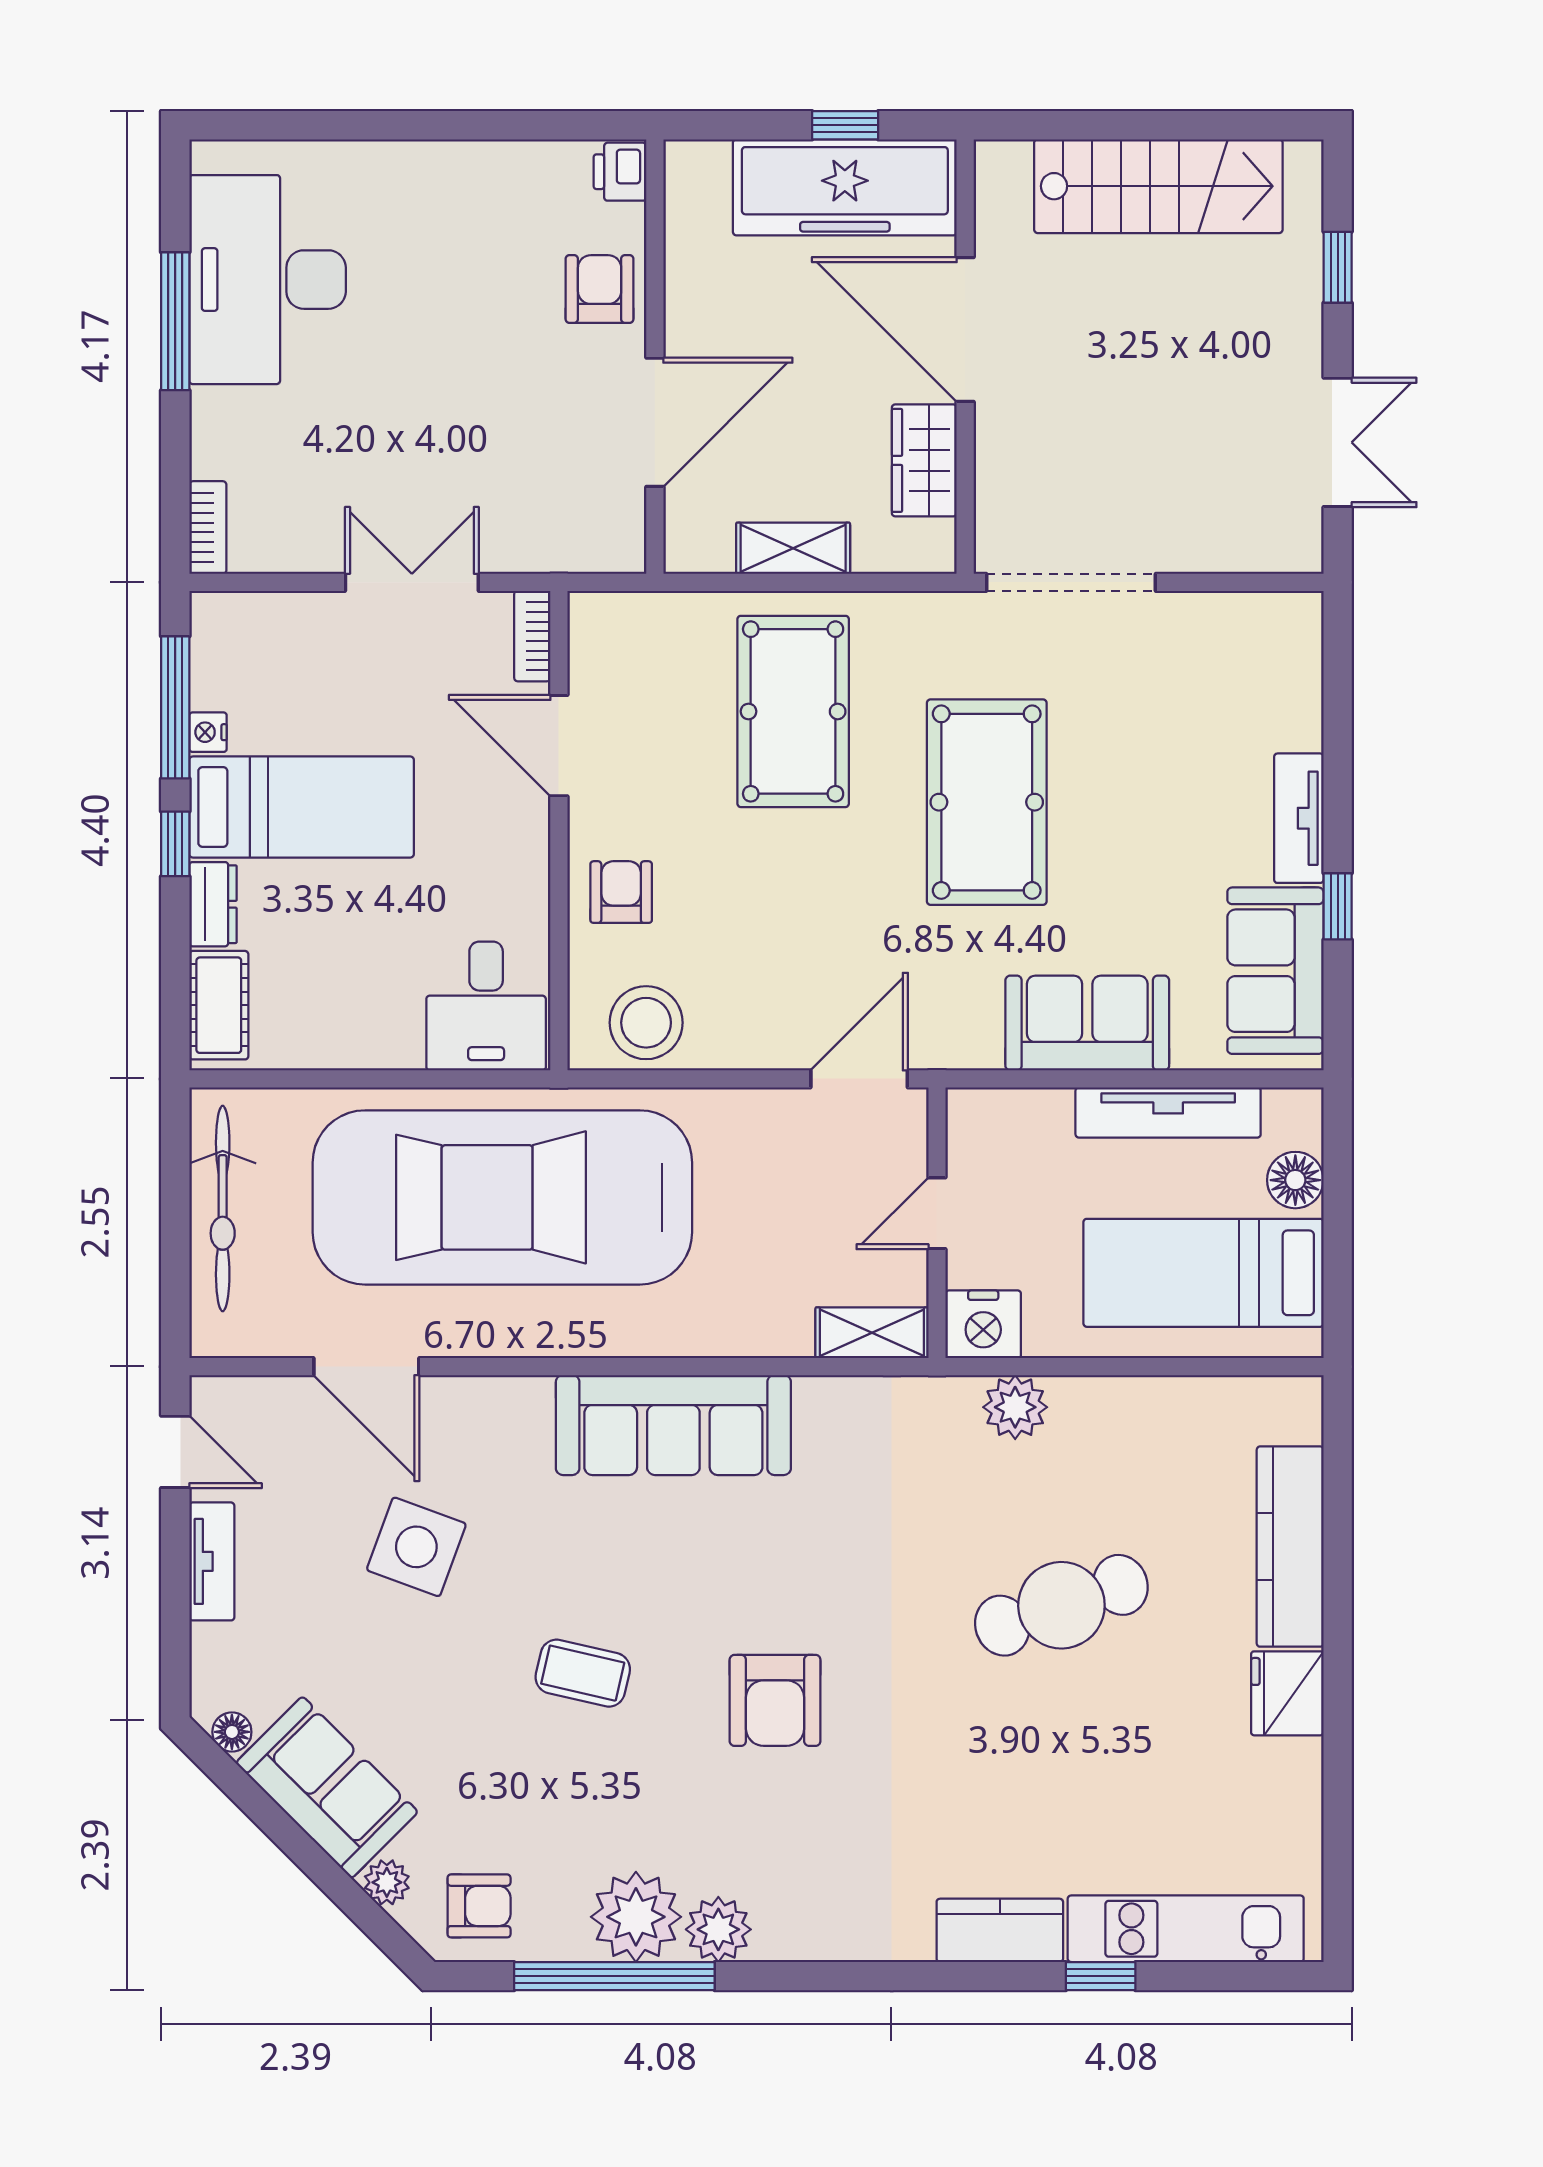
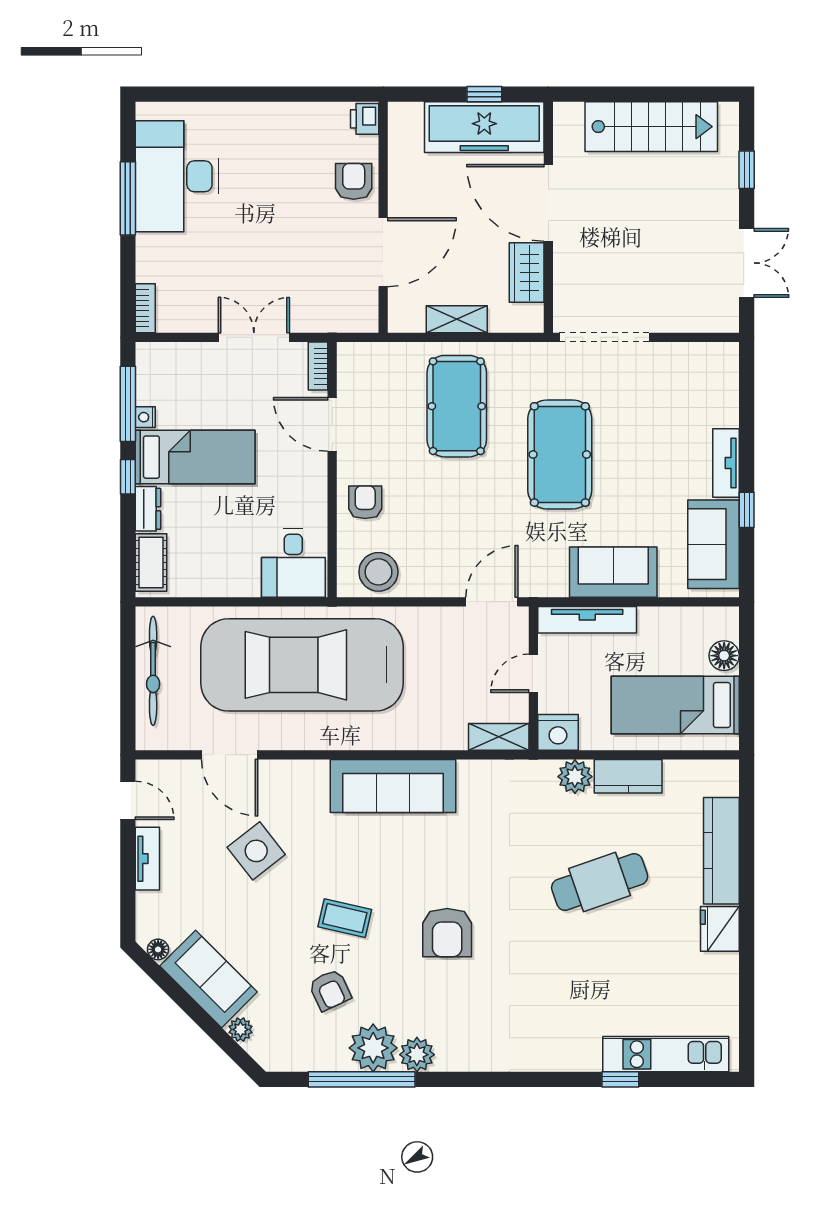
tv unit: (1168, 1112) -> (587, 620), moved
side table: (416, 1547) -> (256, 851), turned 32
armchair: (479, 1906) -> (330, 990), moved, turned 65
kitchen counter: (1000, 1930) -> (628, 776), moved, turned 180

